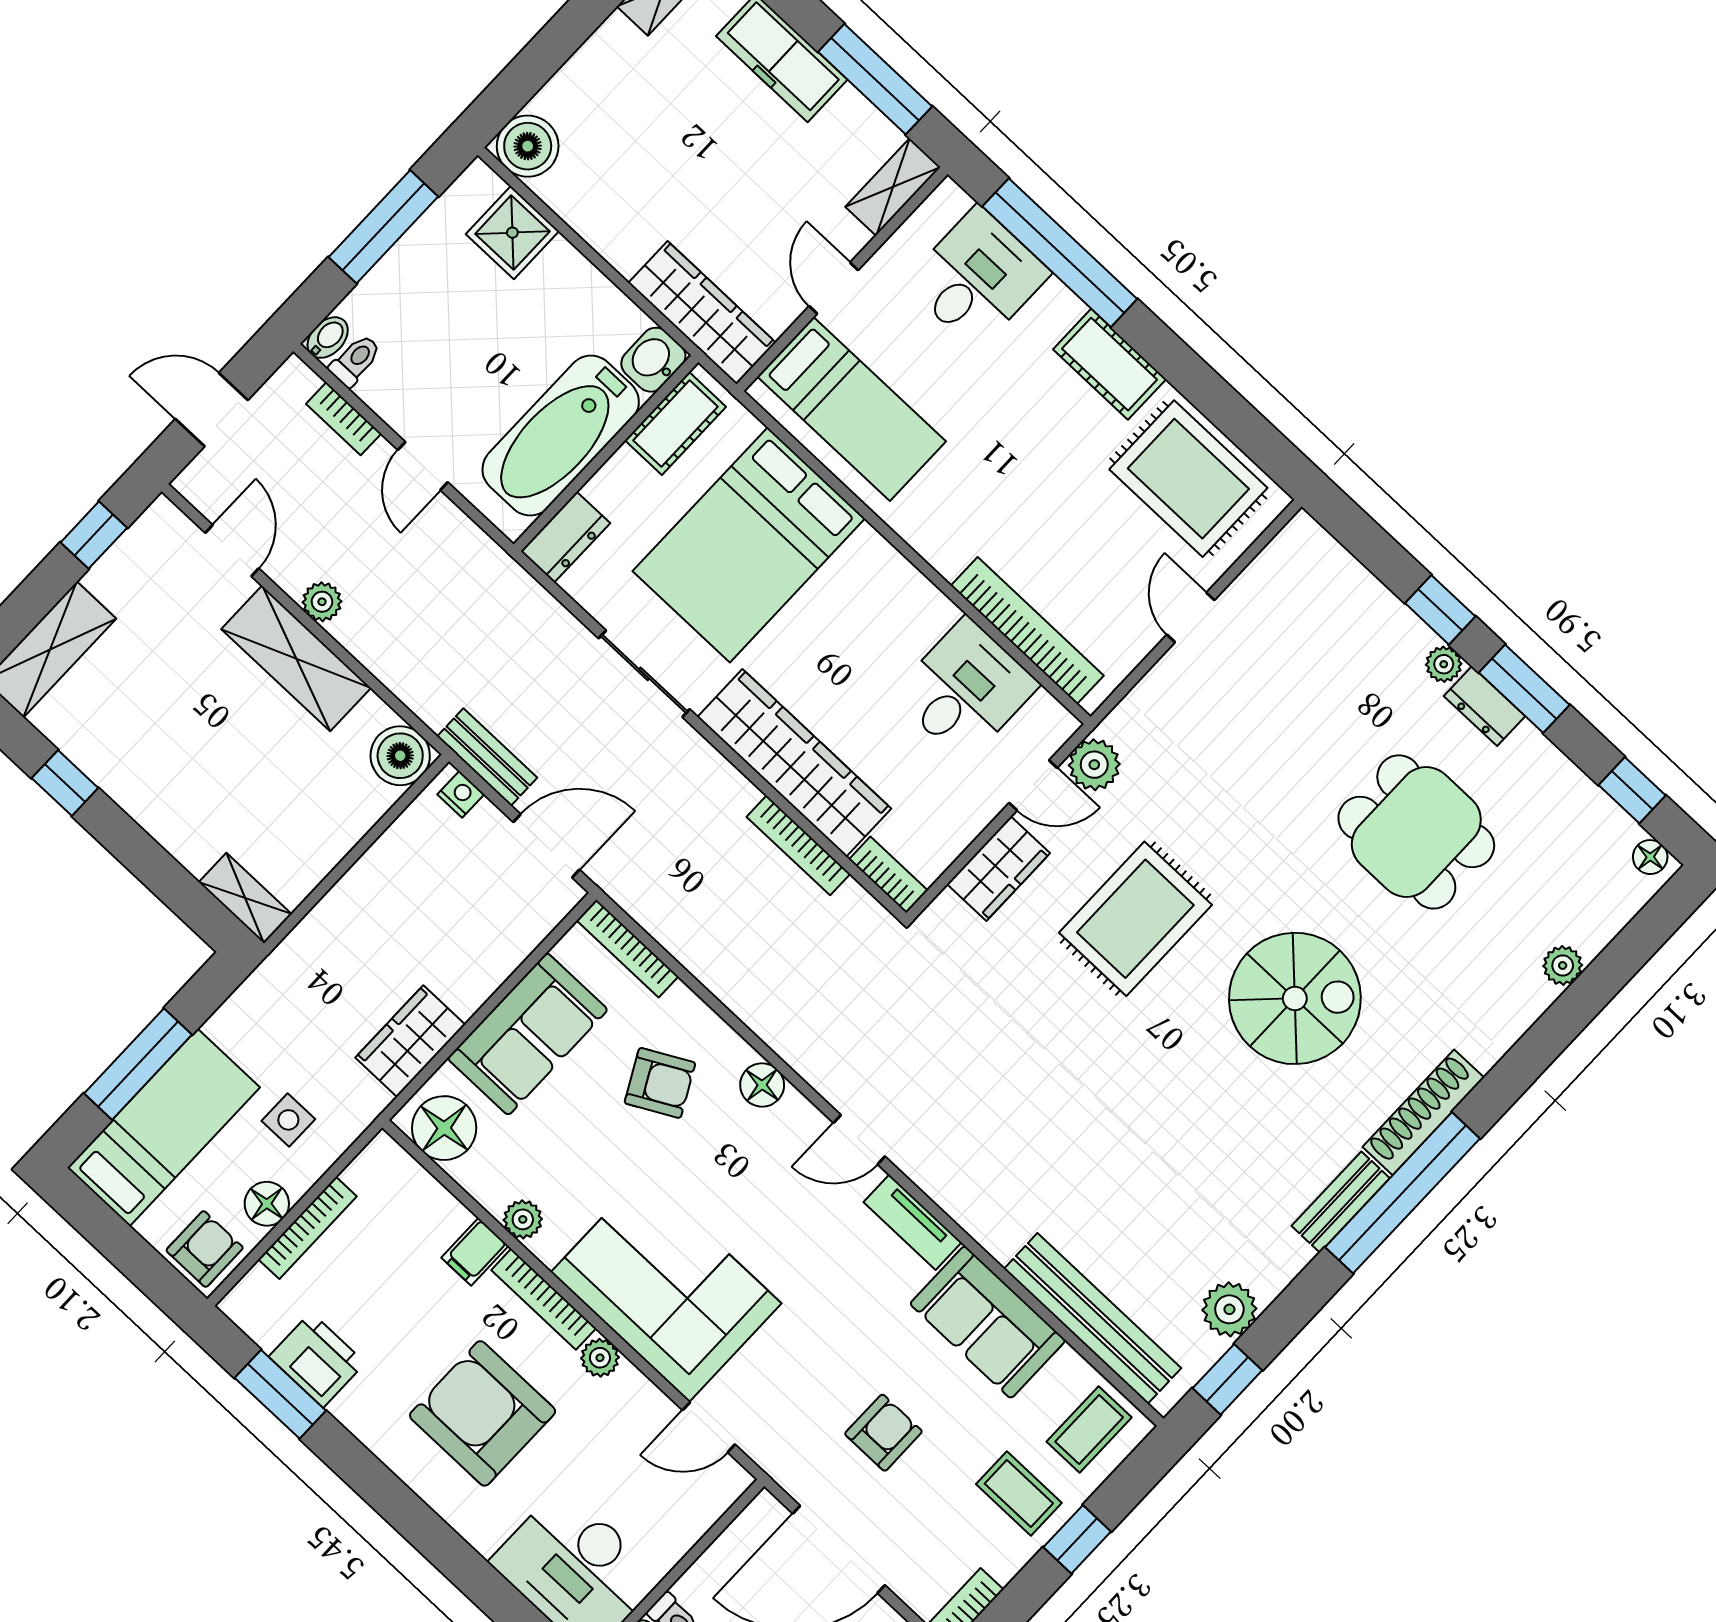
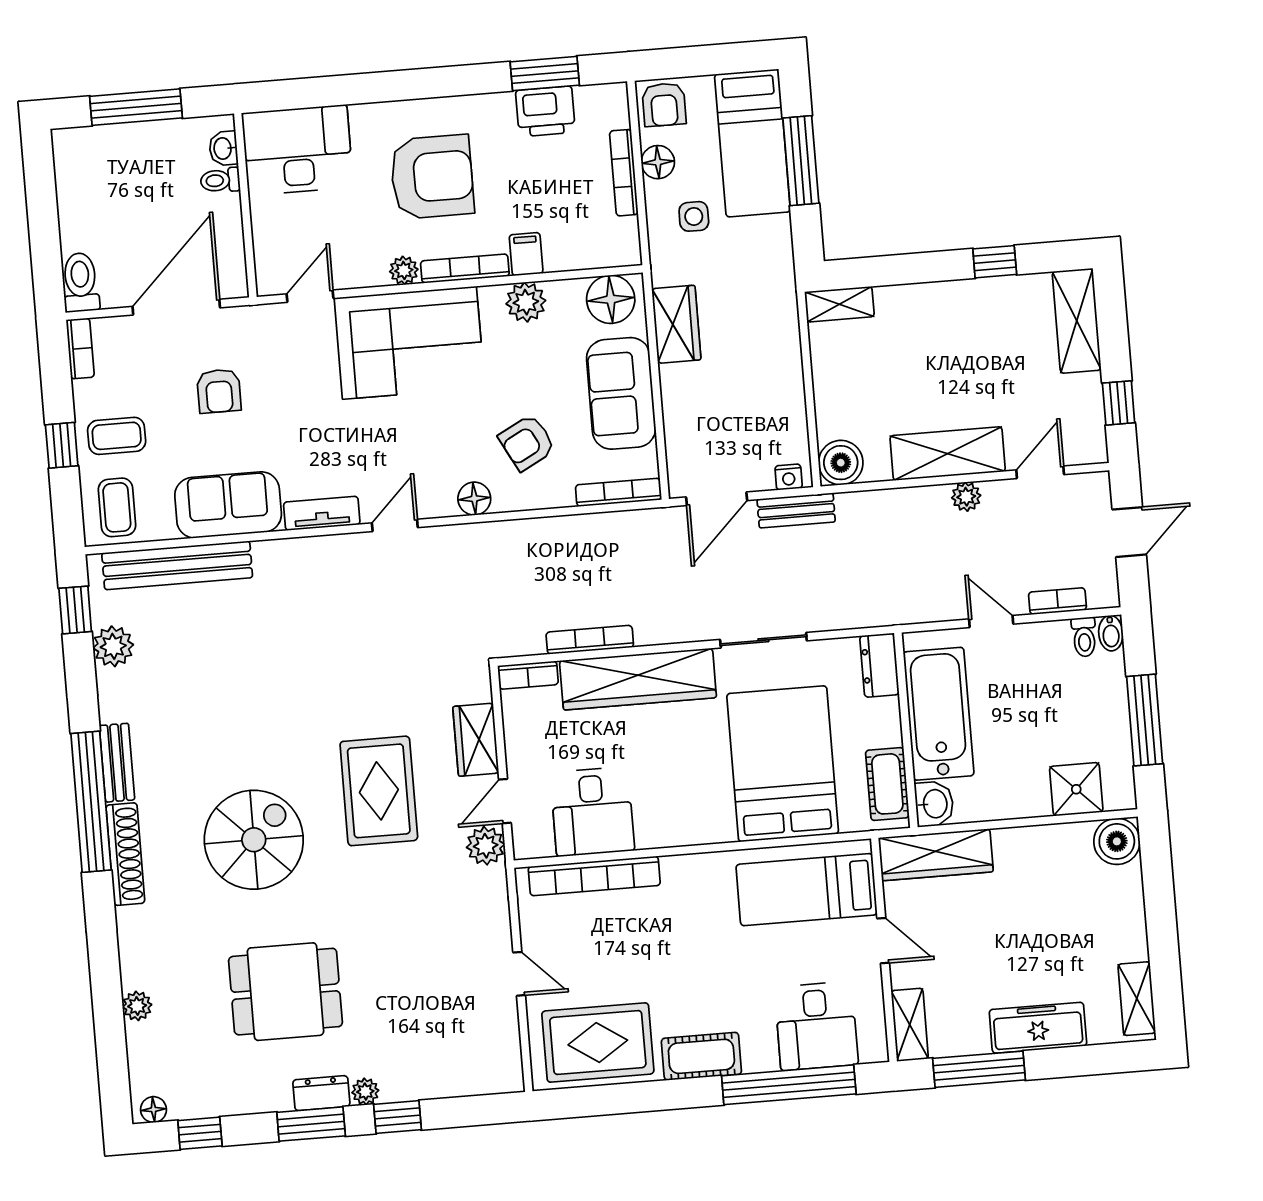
door: (232, 551) -> (1040, 472), swing flipped
spiral stairs: (1295, 998) -> (254, 840), turned 180
plant: (523, 1219) -> (526, 302), width x1.38, depth x1.38

